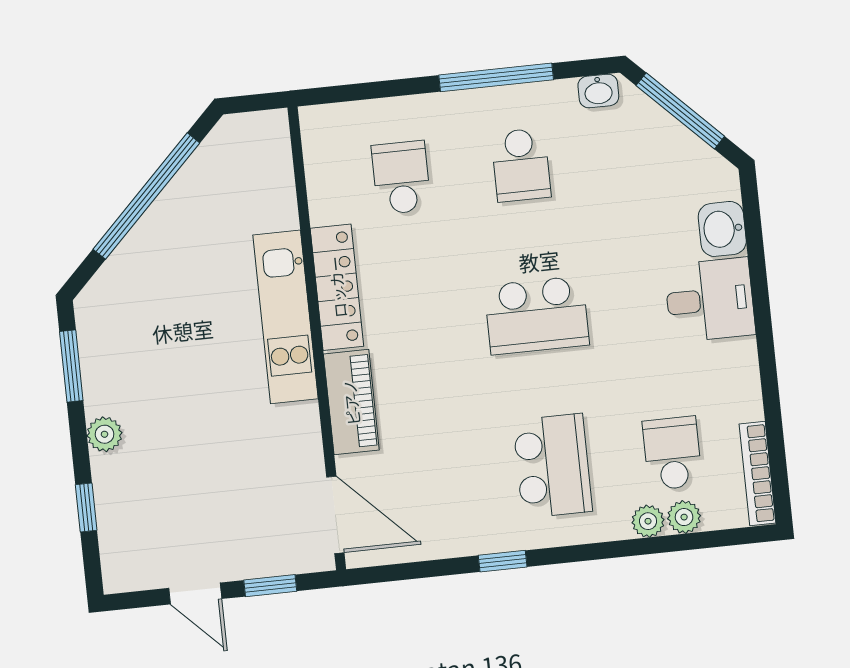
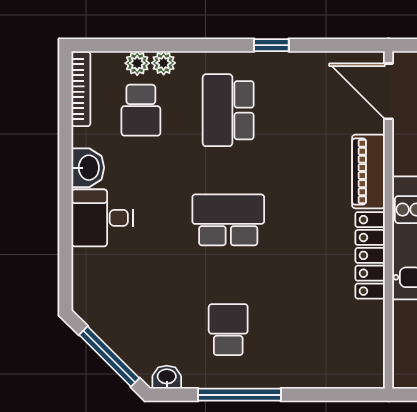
school desk: (401, 178) -> (316, 330), removed
washbasin: (722, 229) -> (88, 168), moved

